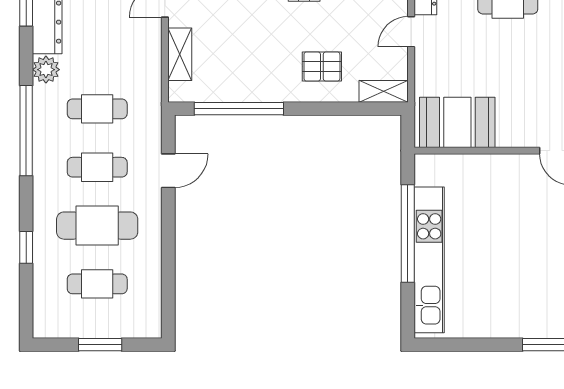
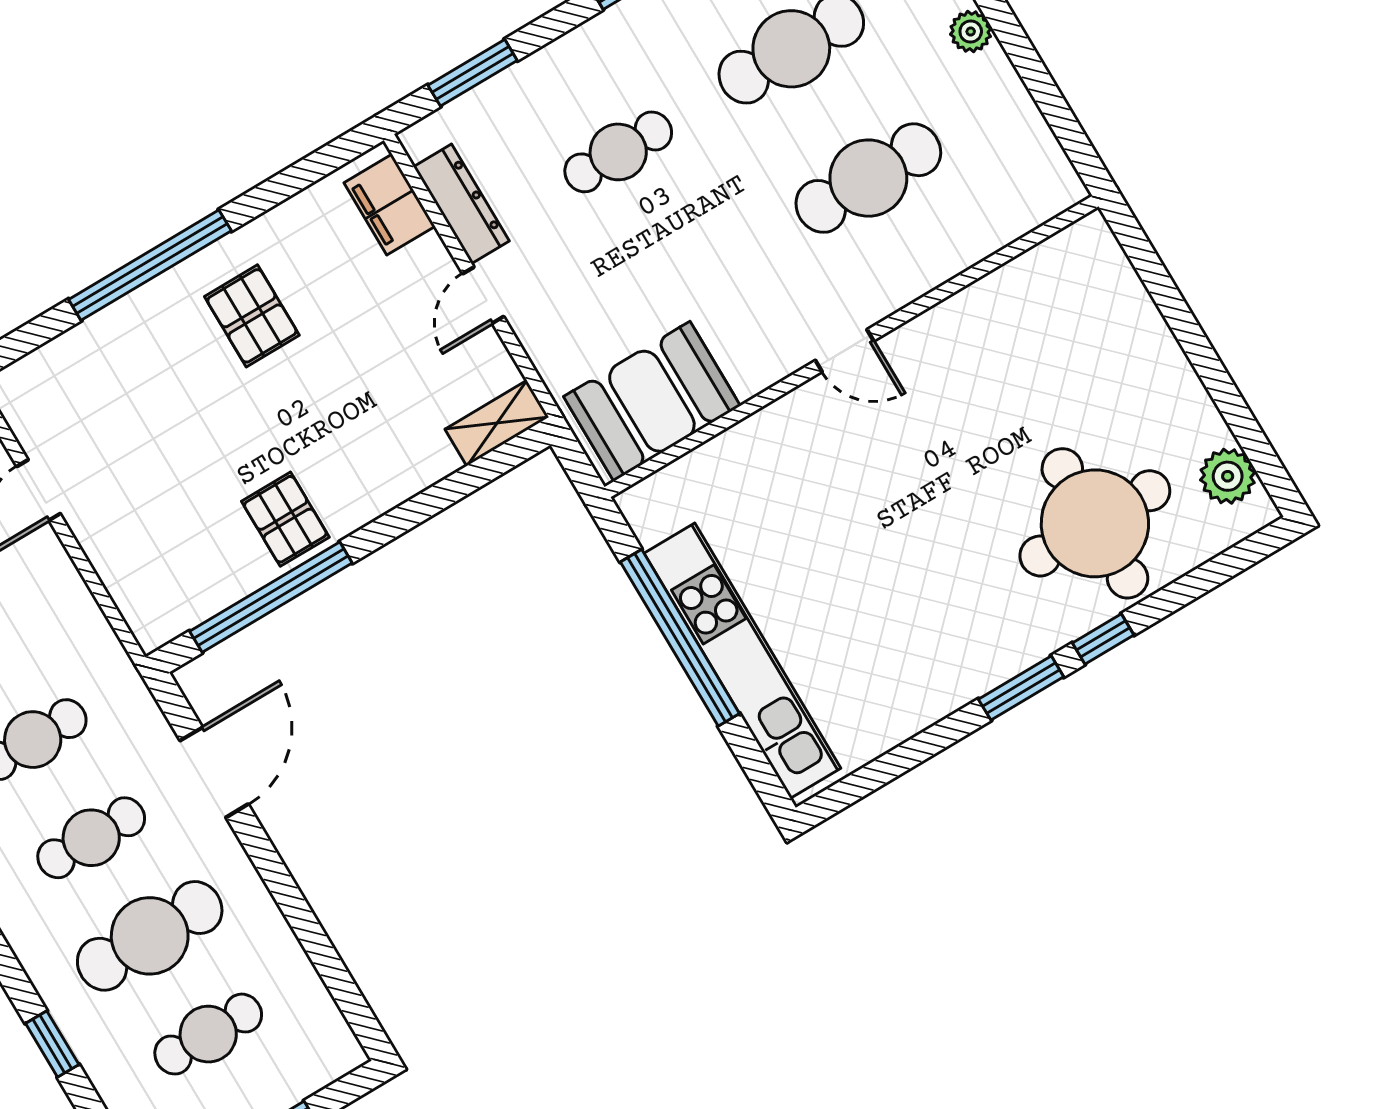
shelving: (180, 54) -> (117, 565), removed
pallet: (322, 67) -> (285, 519), moved, turned 90
door: (168, 171) -> (214, 772), width x1.37

